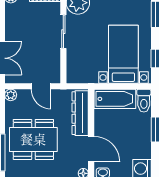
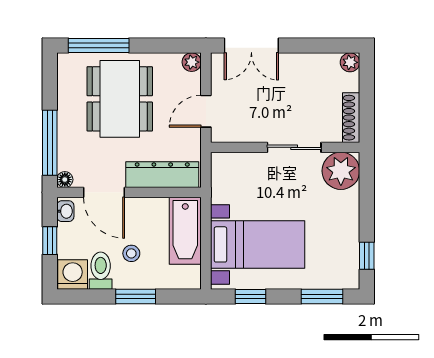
toilet: (144, 101) -> (101, 271), moved, turned 90
stool: (129, 132) -> (131, 253), added
door: (91, 149) -> (104, 192), hinge flipped

